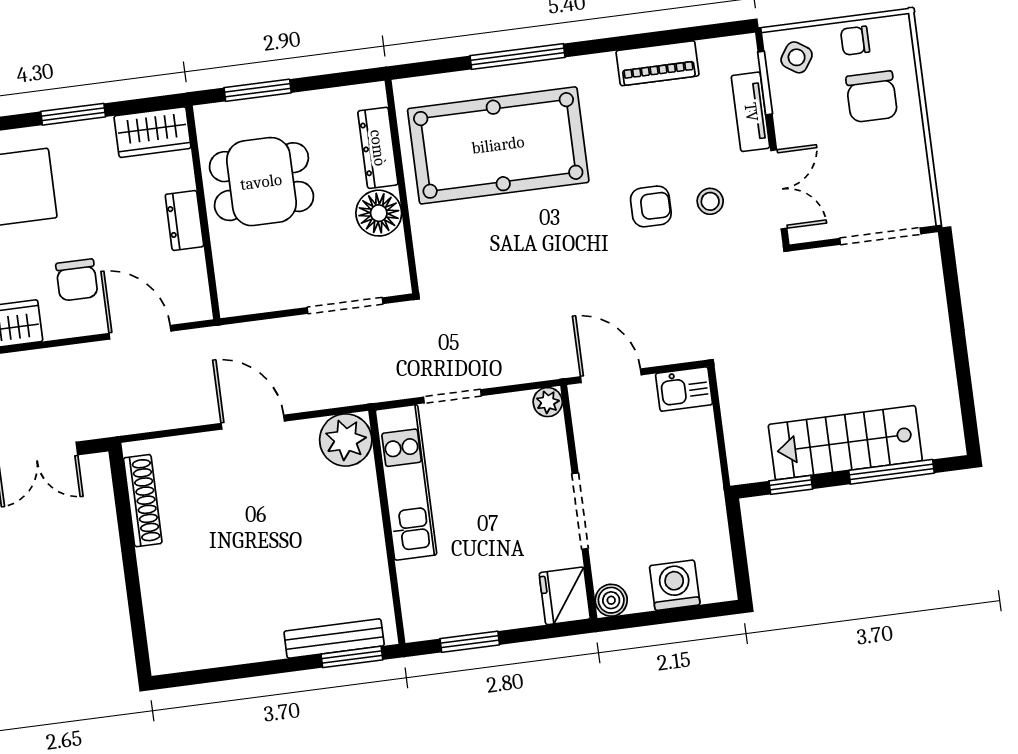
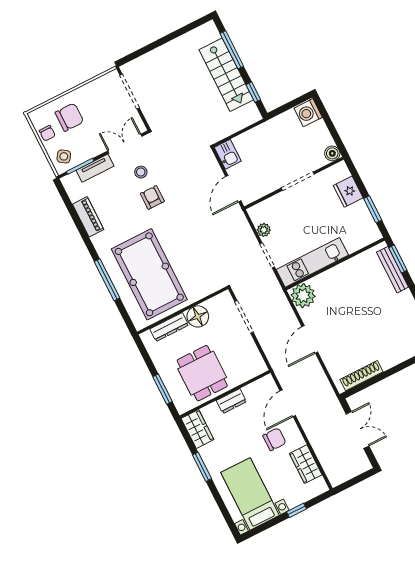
plant: (548, 402) -> (264, 230), moved
washing machine: (675, 585) -> (308, 113), moved
fridge: (565, 596) -> (348, 192), moved, turned 90

